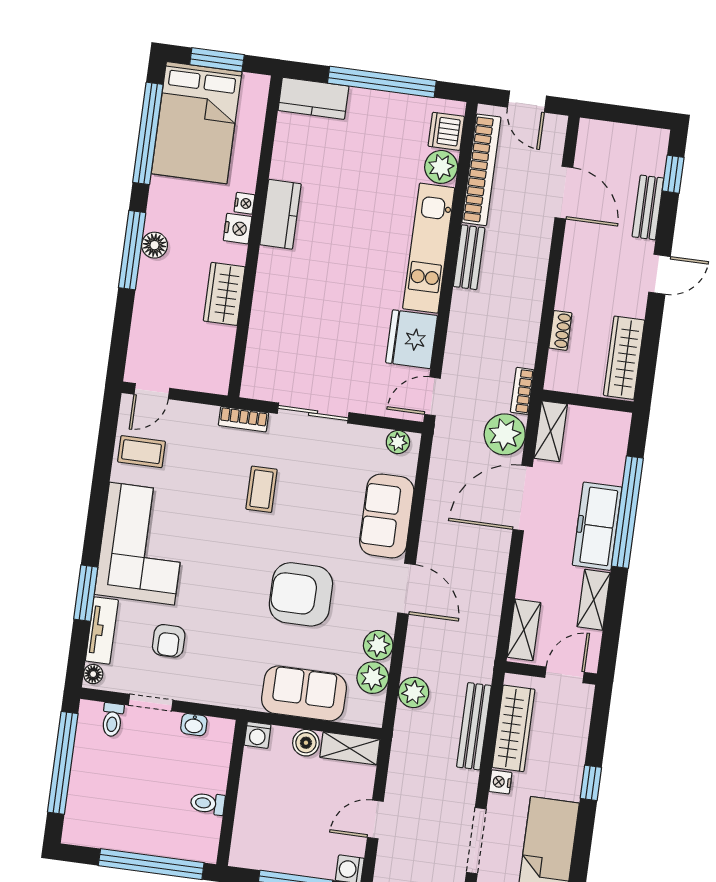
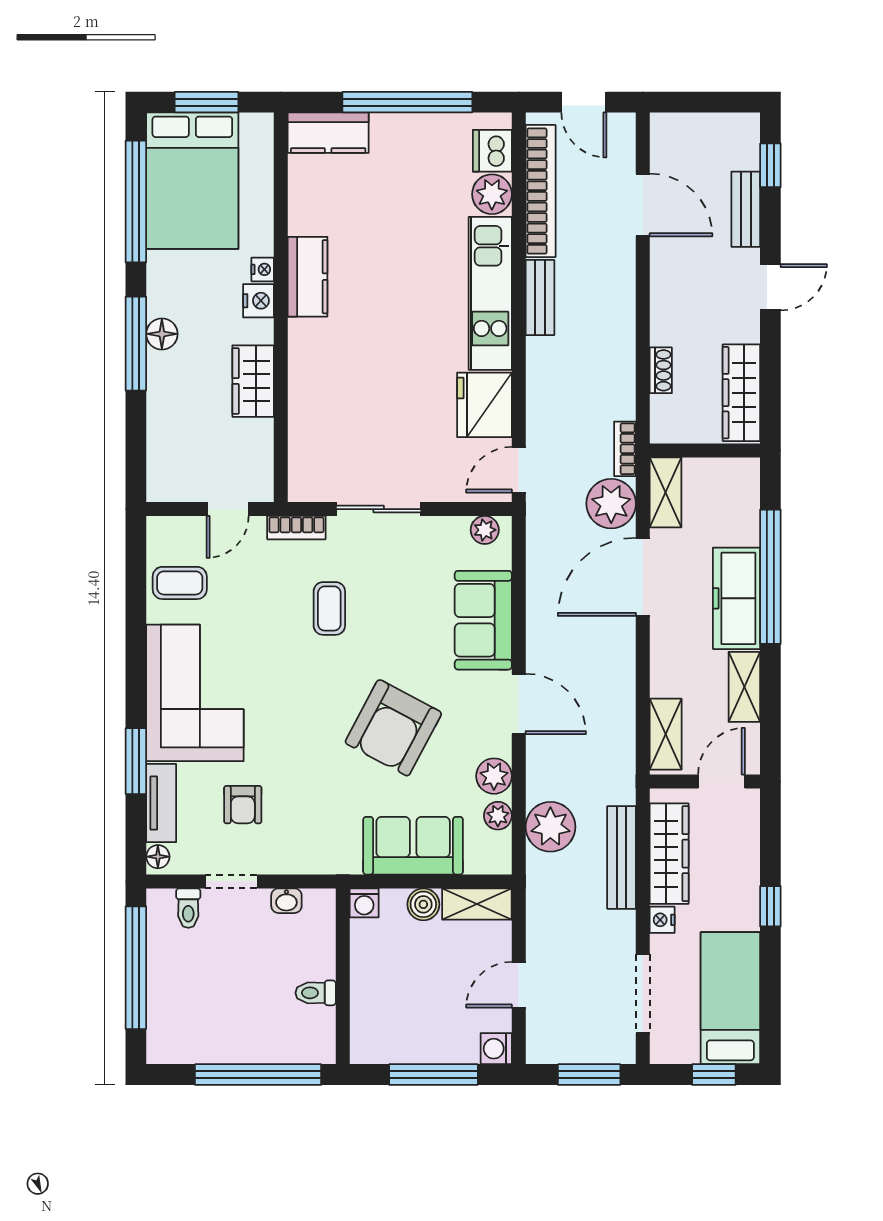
door: (152, 391) -> (228, 509), moved
armchair: (301, 594) -> (393, 728), turned -62
plant: (373, 678) -> (498, 816), width x0.73, depth x0.73
plant: (414, 692) -> (550, 827), width x1.36, depth x1.36

